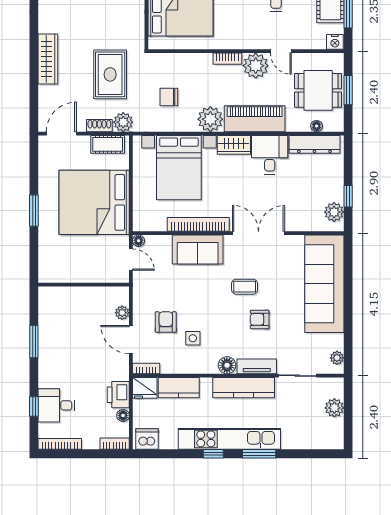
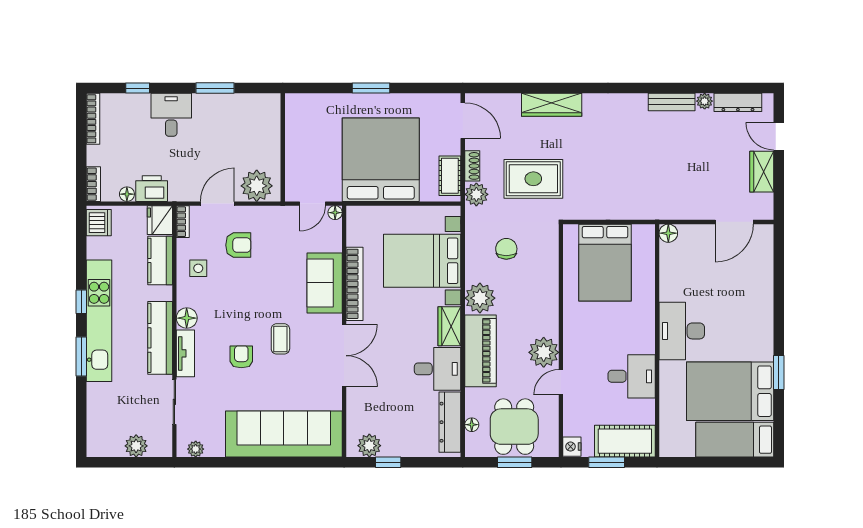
bookcase: (227, 59) -> (552, 318), removed
plant: (122, 313) -> (257, 186), width x1.88, depth x1.88
side table: (193, 338) -> (198, 268), moved
desk: (56, 405) -> (171, 115), moved

